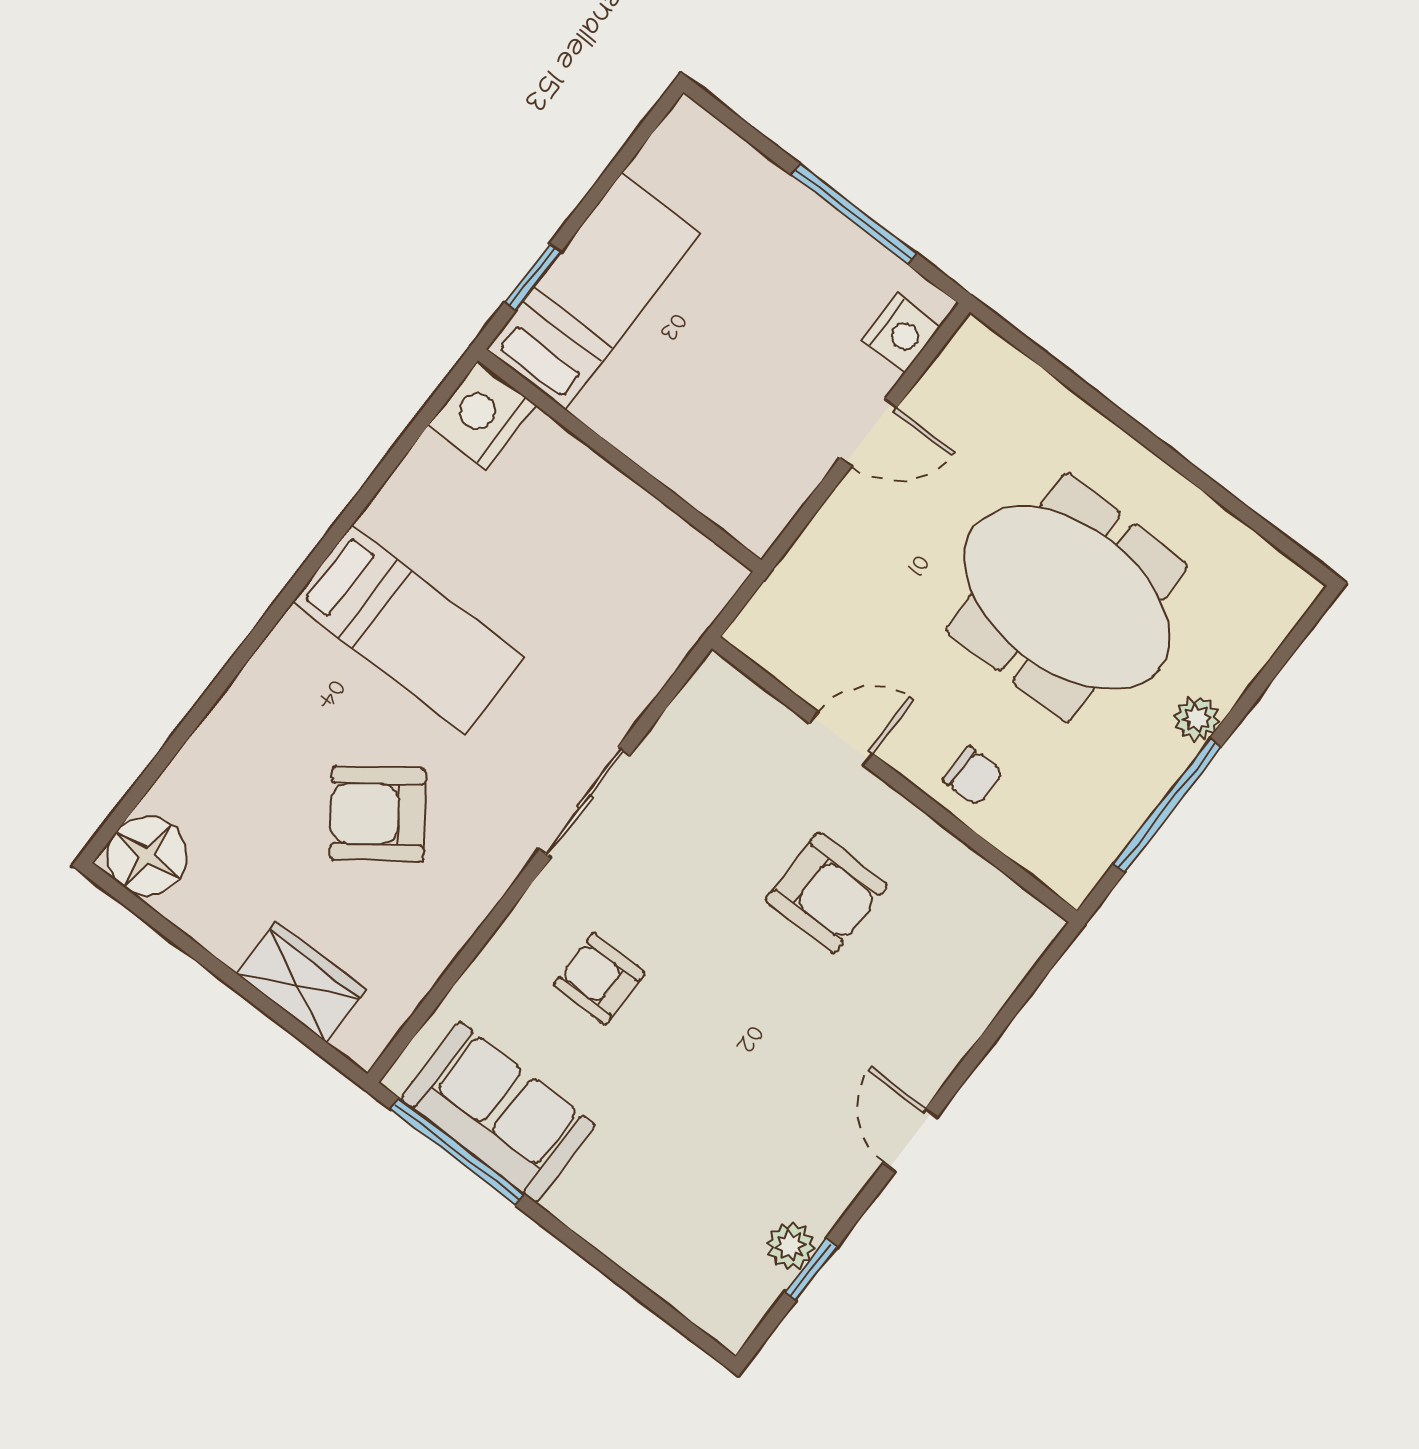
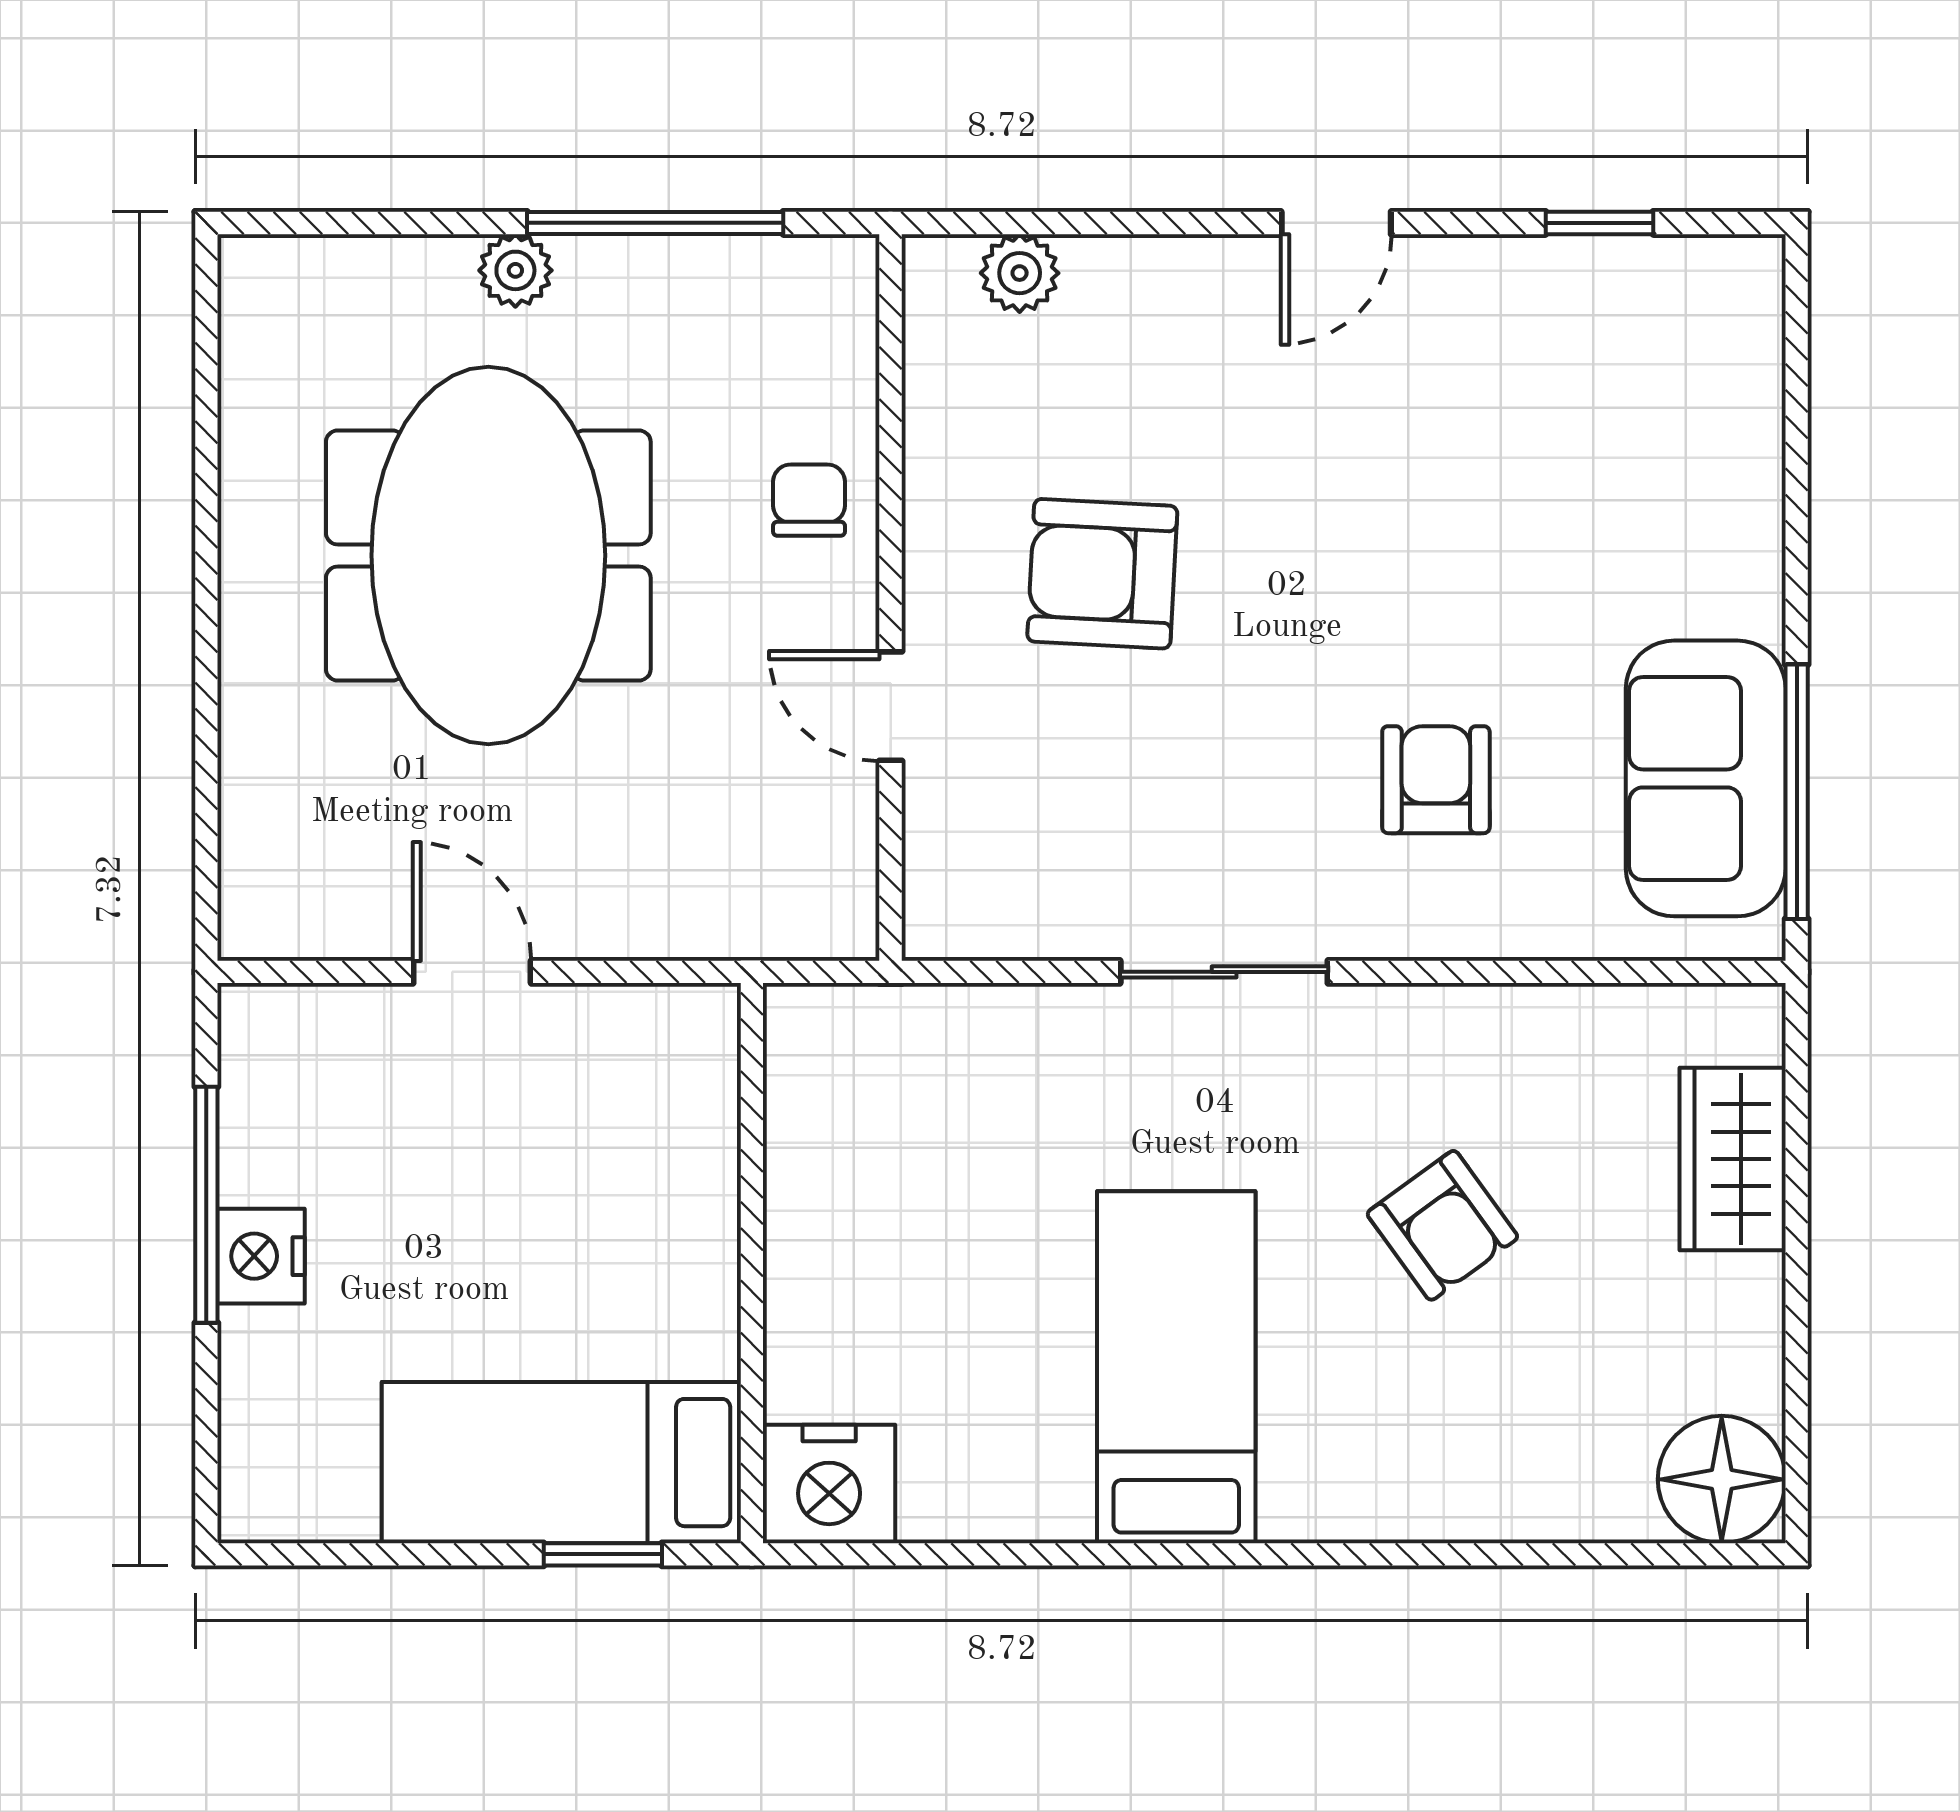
nightstand: (901, 334) -> (261, 1256), moved, turned -90
armchair: (378, 814) -> (1442, 1225), width x0.72, depth x0.72
armchair: (826, 893) -> (1102, 574), turned -87
armchair: (599, 979) -> (1436, 780), turned 180
plant: (790, 1246) -> (1020, 273), moved

